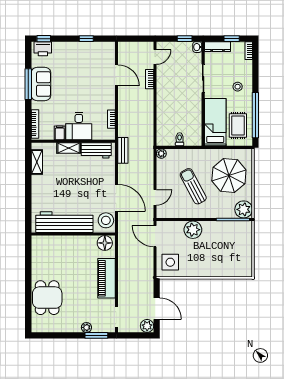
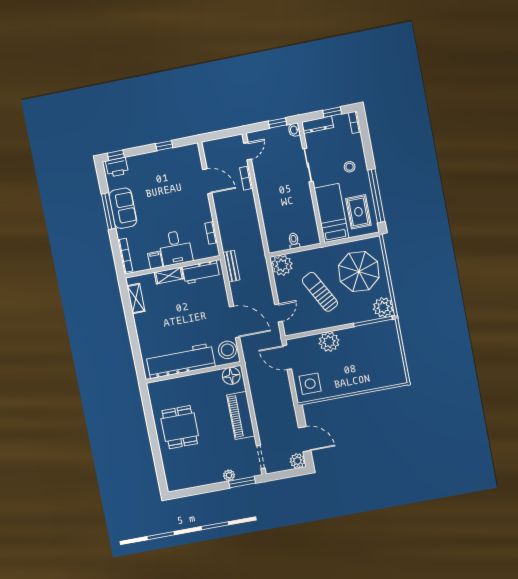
plant: (161, 154) -> (282, 265), width x1.88, depth x1.88
dining table: (47, 298) -> (180, 427), moved

